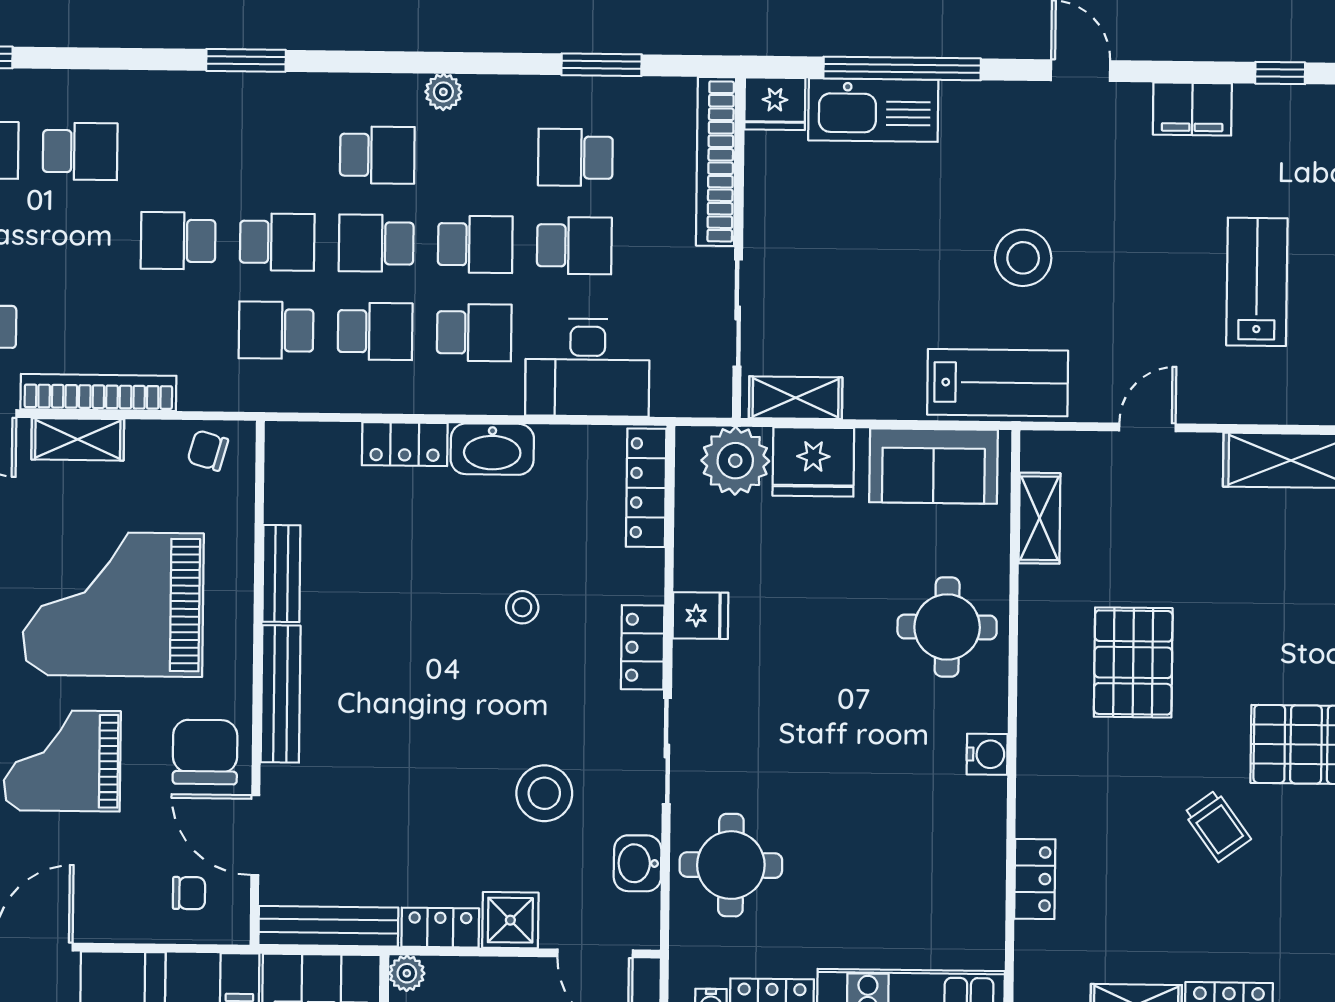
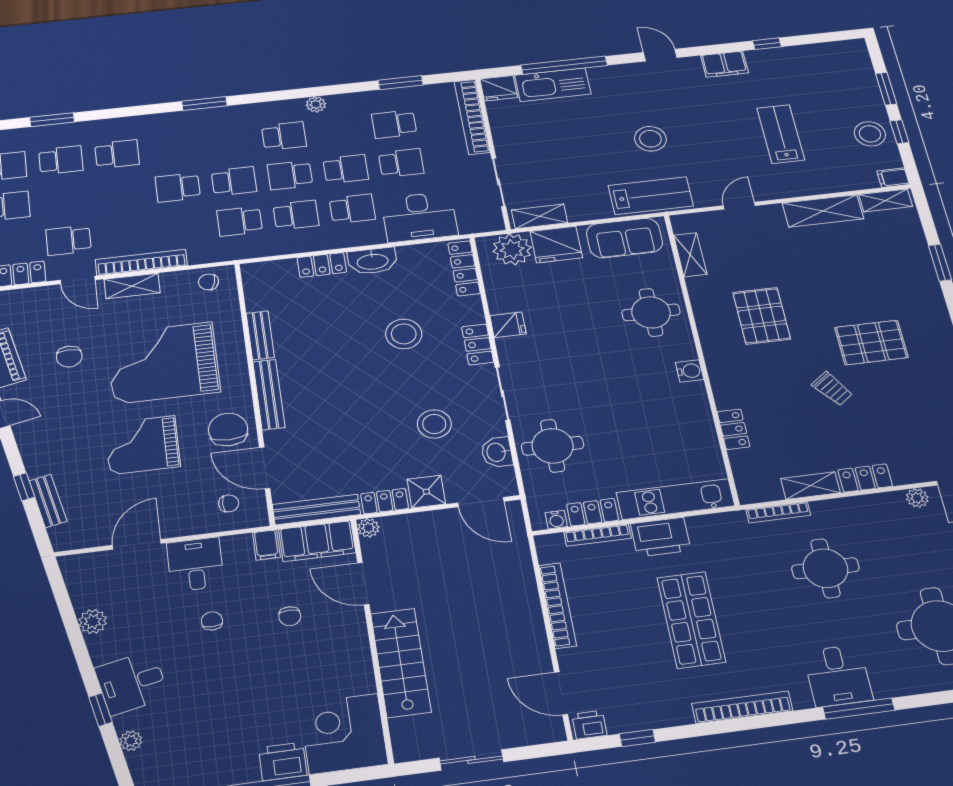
stool: (522, 607) -> (404, 334), width x1.89, depth x1.89

